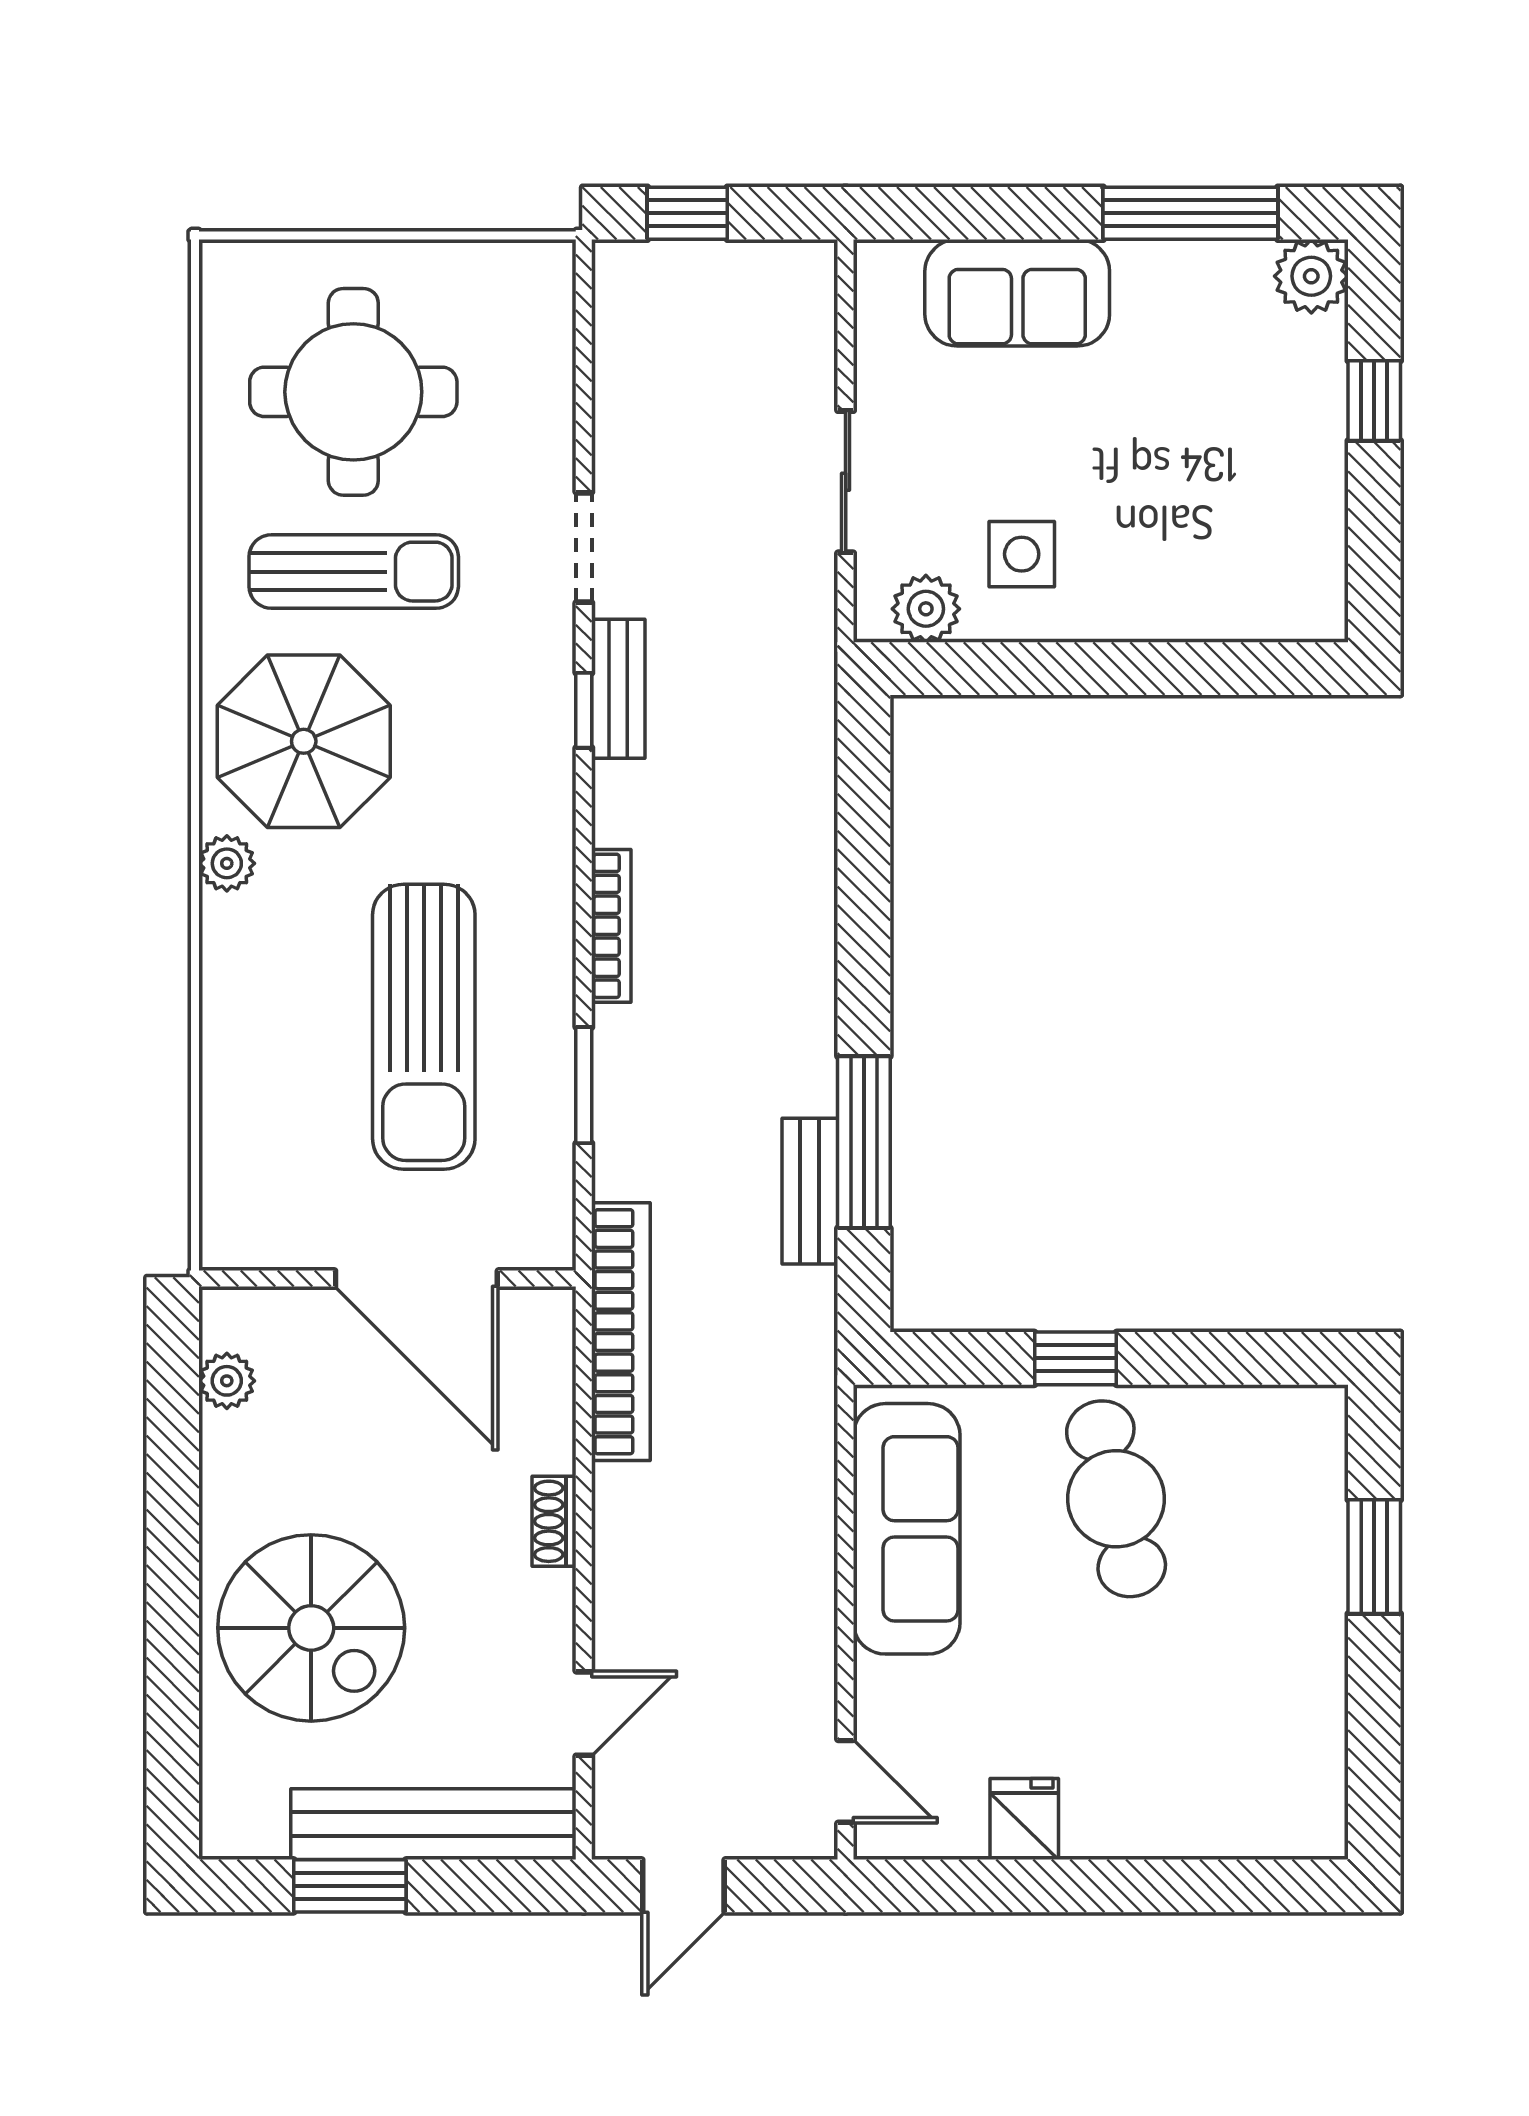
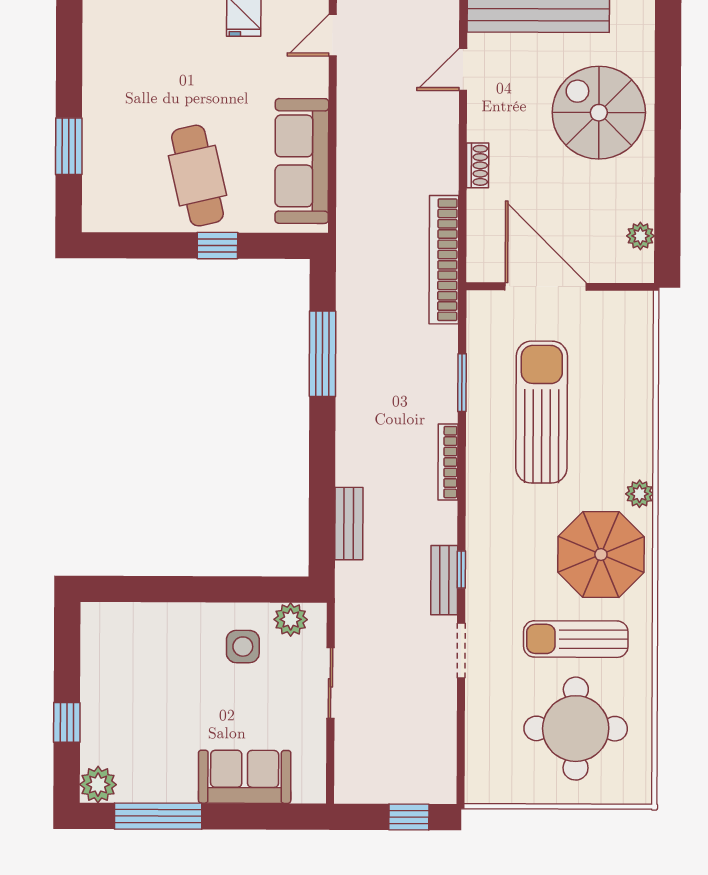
bench: (810, 1191) -> (349, 524), moved
door: (846, 1781) -> (333, 35), hinge flipped

